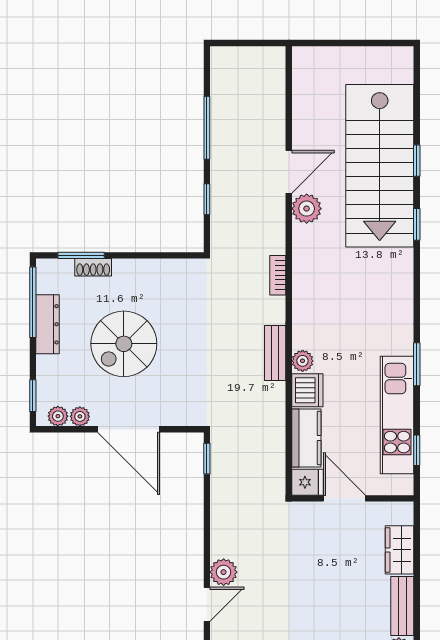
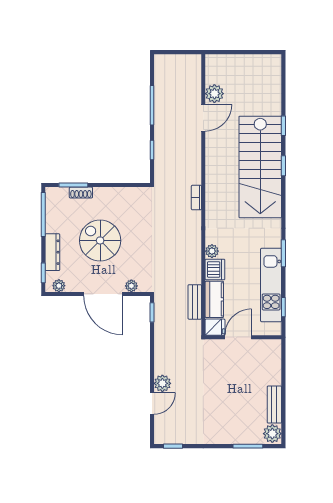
stairs: (380, 166) -> (260, 167), moved
door: (289, 172) -> (203, 118), moved
plant: (307, 209) -> (214, 94), moved
dresser: (48, 324) -> (52, 252), moved
spiral stairs: (124, 344) -> (100, 240), turned 90
bench: (275, 353) -> (195, 302), moved
plant: (80, 416) -> (131, 286), moved
door: (345, 498) -> (238, 337), hinge flipped
wardrobe: (400, 550) -> (273, 369), removed

